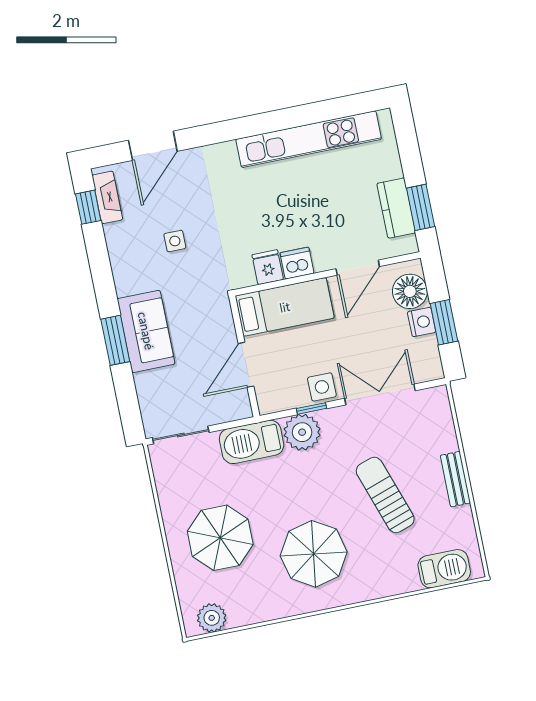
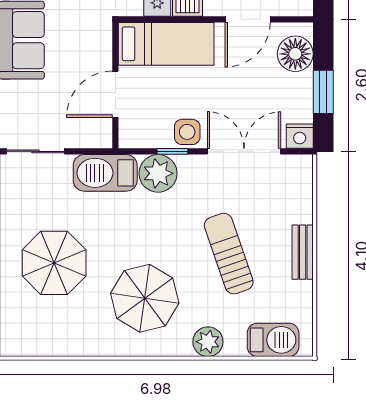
nightstand: (422, 322) -> (300, 136), moved, turned 90
plant: (212, 618) -> (208, 342), moved

